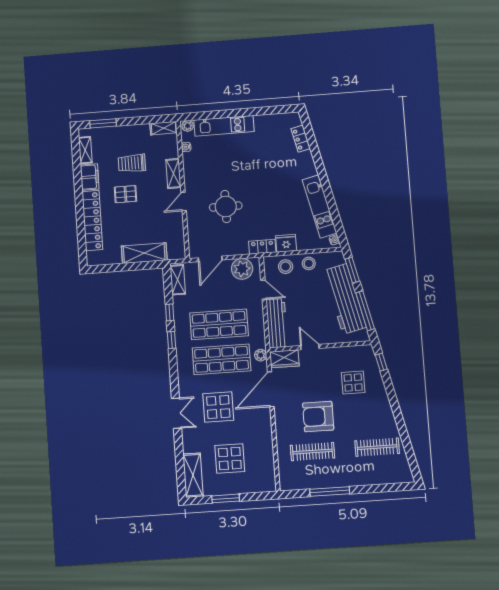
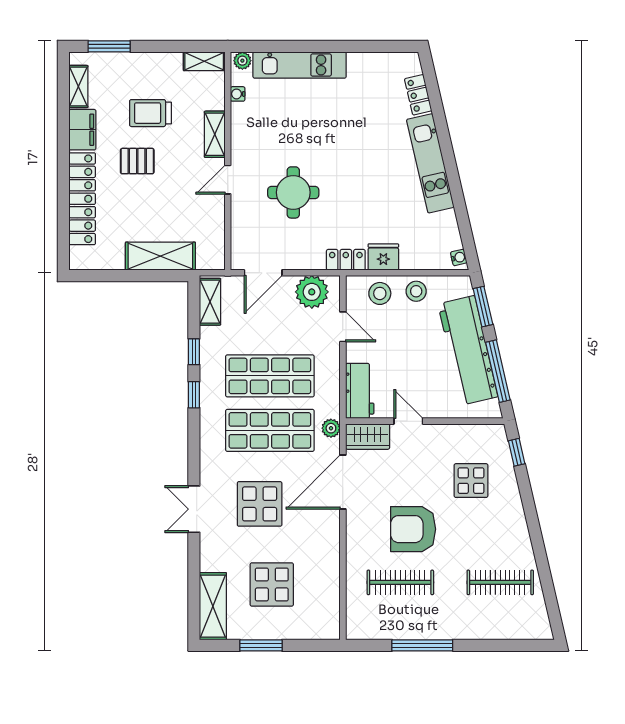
kitchen unit: (320, 206) -> (430, 163), moved
workbench: (277, 323) -> (360, 391), width x0.73
double door: (176, 413) -> (194, 509), swing flipped

